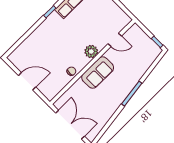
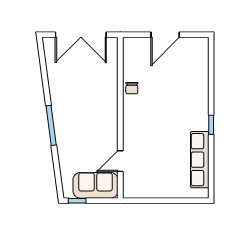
plant: (91, 51) -> (132, 127), removed
sofa: (98, 73) -> (96, 185), moved, turned 90

